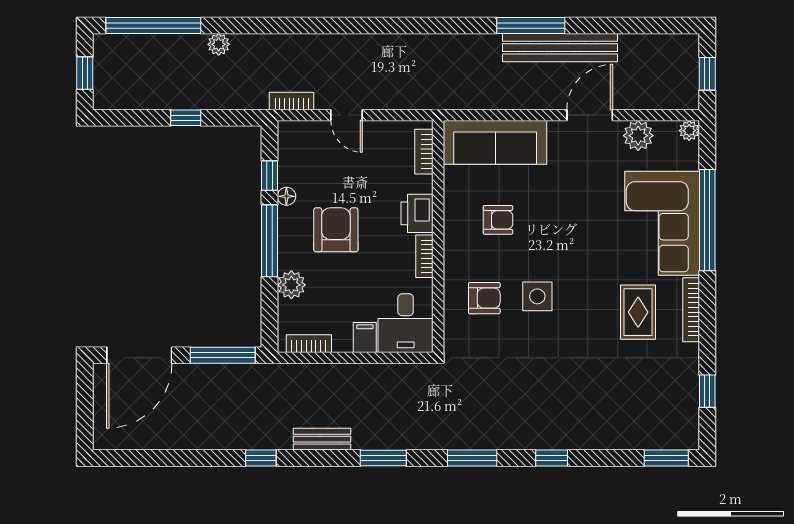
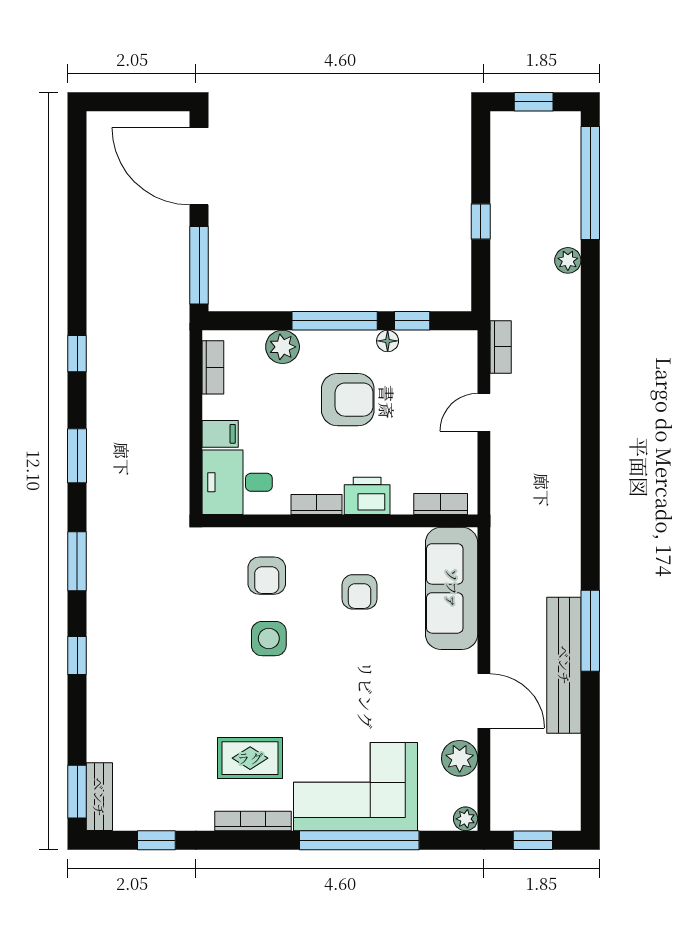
bench: (322, 439) -> (99, 797), moved
window: (261, 458) -> (77, 354), moved

